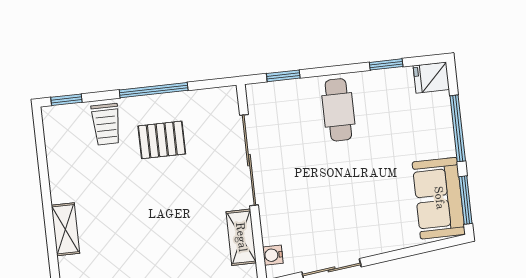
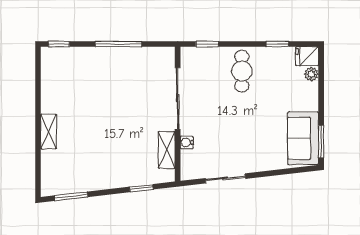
plant: (441, 103) -> (311, 74), added
trolley: (106, 124) -> (84, 63), removed
window: (458, 128) -> (321, 93), removed
pallet: (162, 140) -> (120, 78), removed
water cooler: (273, 255) -> (187, 142), moved

